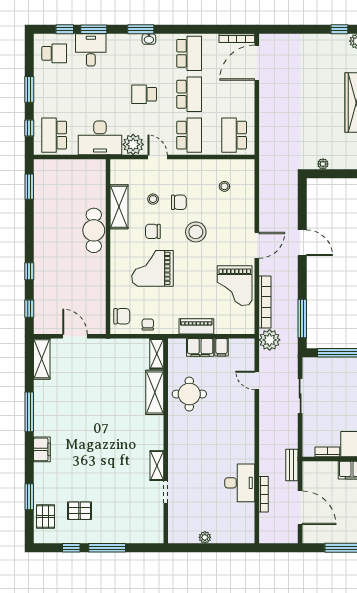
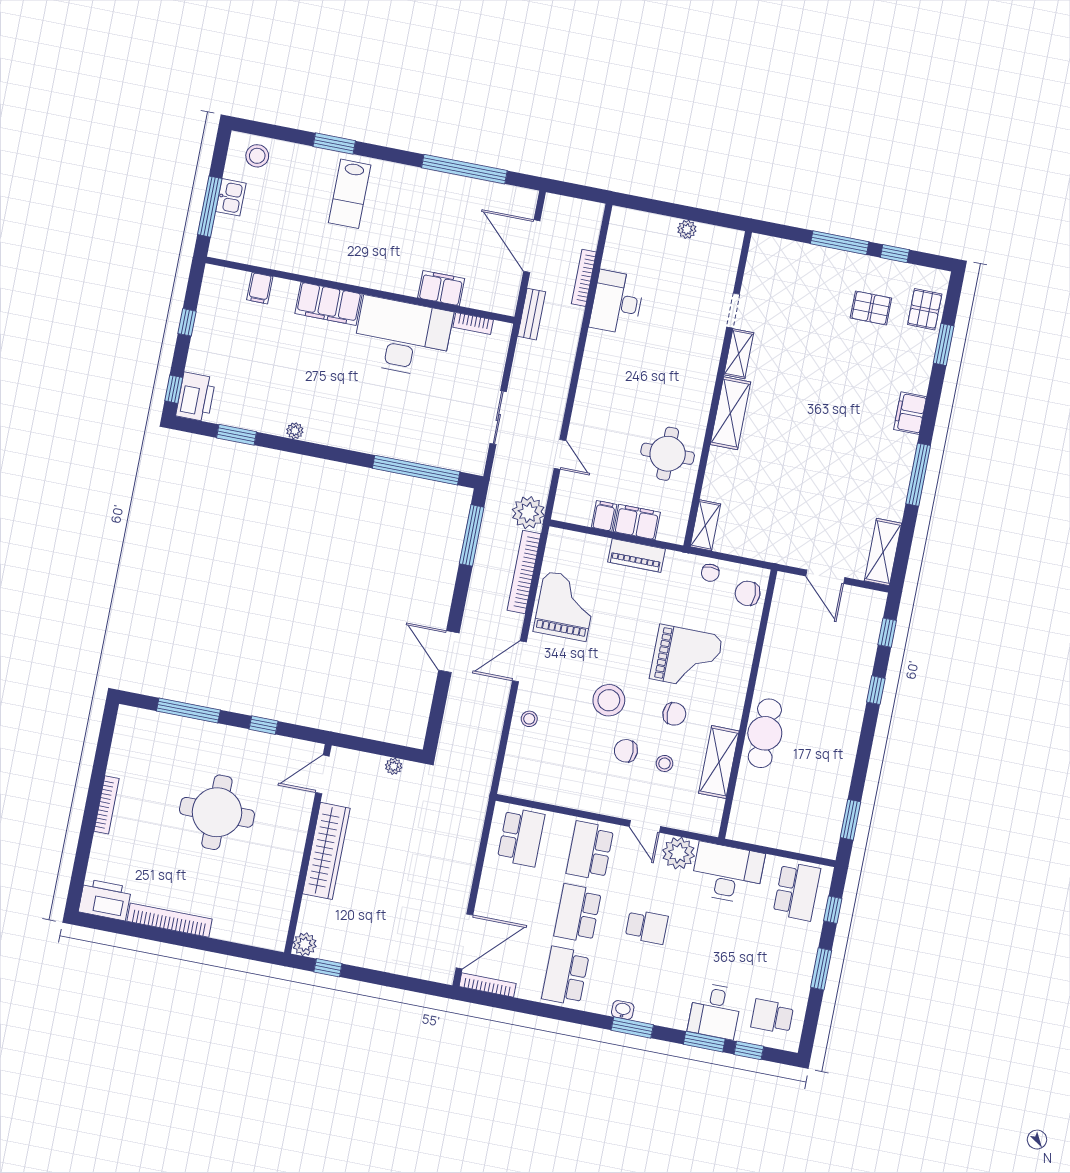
stool: (224, 186) -> (529, 719), moved
shelving: (155, 392) -> (730, 413), moved

